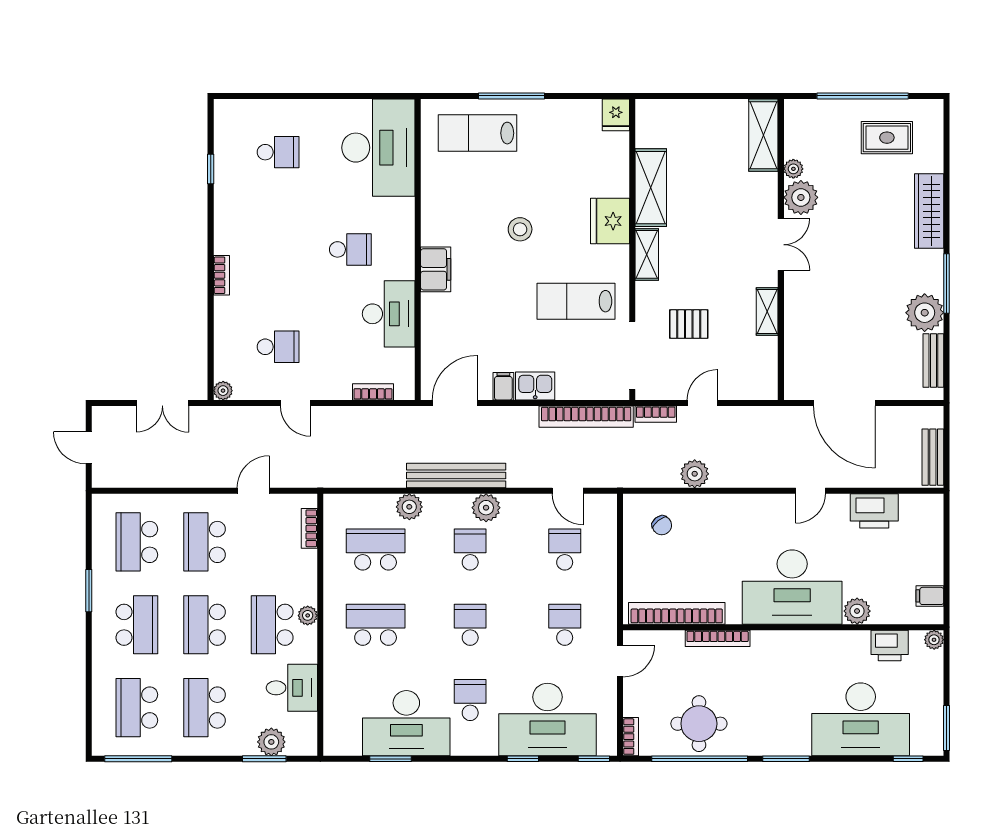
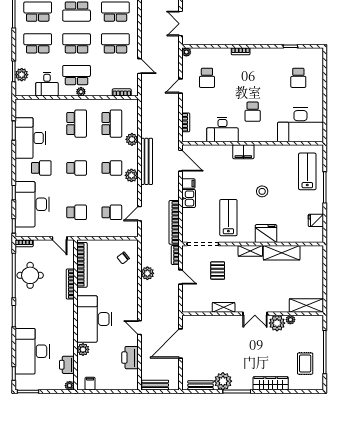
fridge: (616, 115) -> (316, 220), moved

